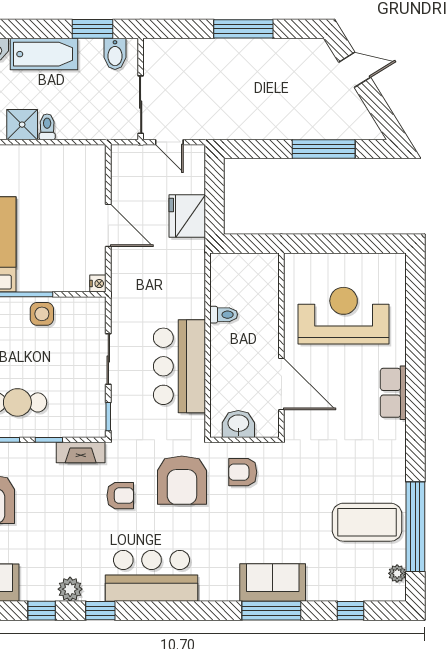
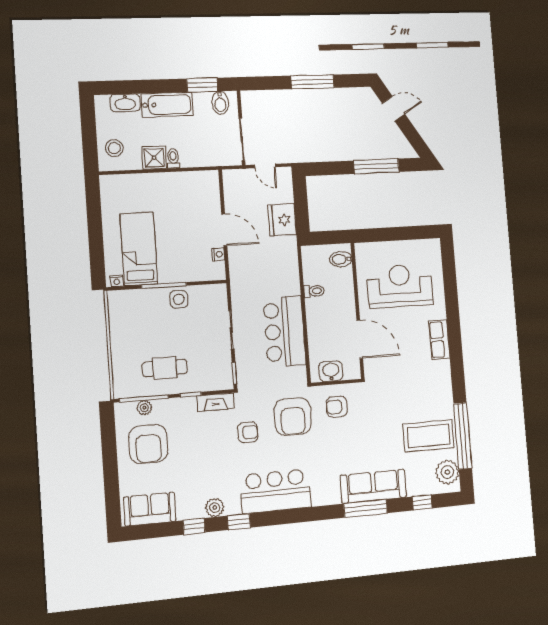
bidet: (264, 274) -> (341, 259), added
nightstand: (98, 284) -> (218, 254), moved
plant: (397, 573) -> (447, 472), width x1.87, depth x1.87
sofa: (273, 582) -> (373, 486), width x1.36

